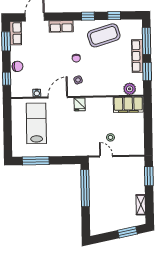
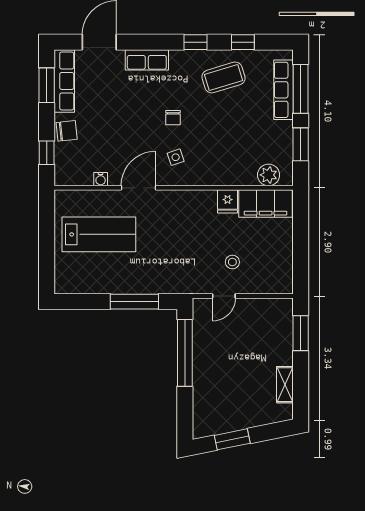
row of seats: (16, 33) -> (64, 81), width x1.48
coffee table: (104, 35) -> (223, 77), width x0.73, depth x0.76
row of seats: (137, 56) -> (284, 90), moved
fridge: (80, 104) -> (228, 201), moved
lab bench: (36, 123) -> (99, 234), turned 90
door: (106, 156) -> (224, 296), swing flipped
window: (36, 161) -> (134, 302), moved
window: (128, 232) -> (232, 439), moved

